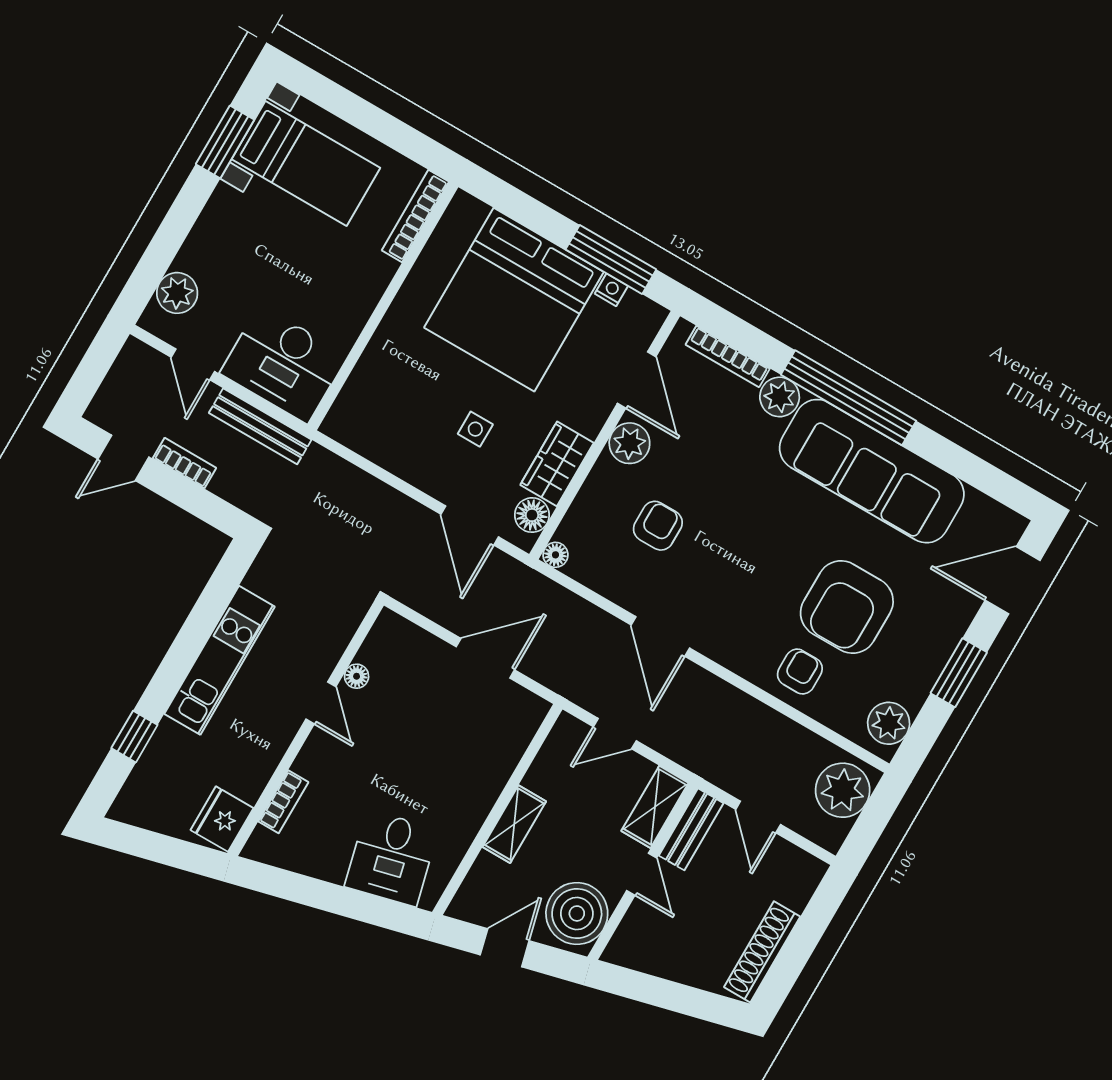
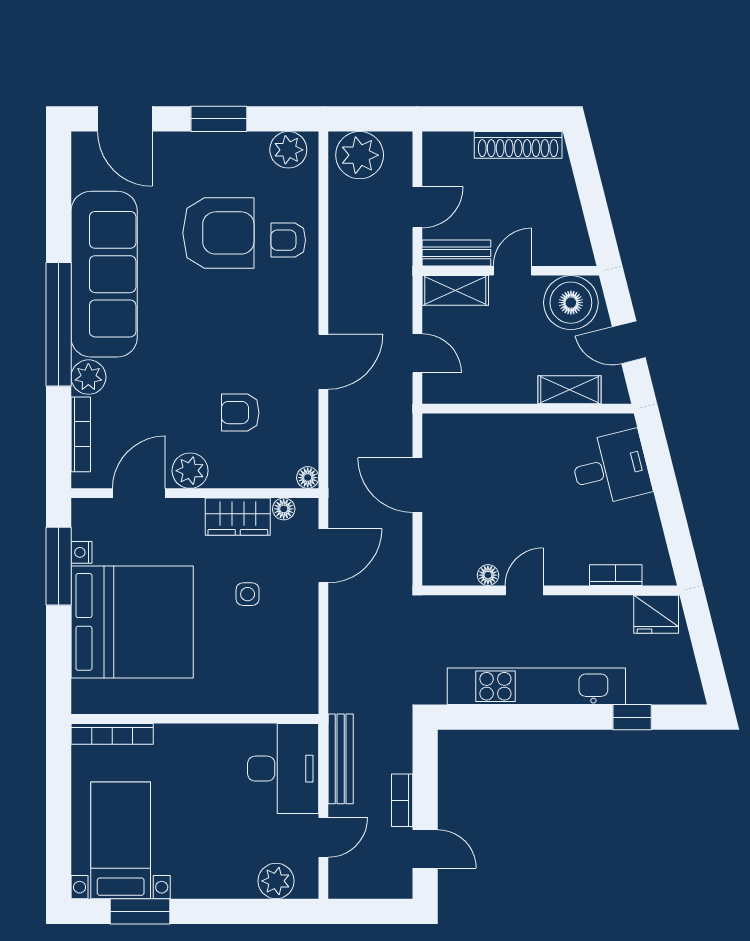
floor lamp: (532, 515) -> (284, 509), width x0.73, depth x0.73
kitchen unit: (220, 660) -> (536, 686), width x1.36
shelving: (514, 824) -> (570, 390), moved

